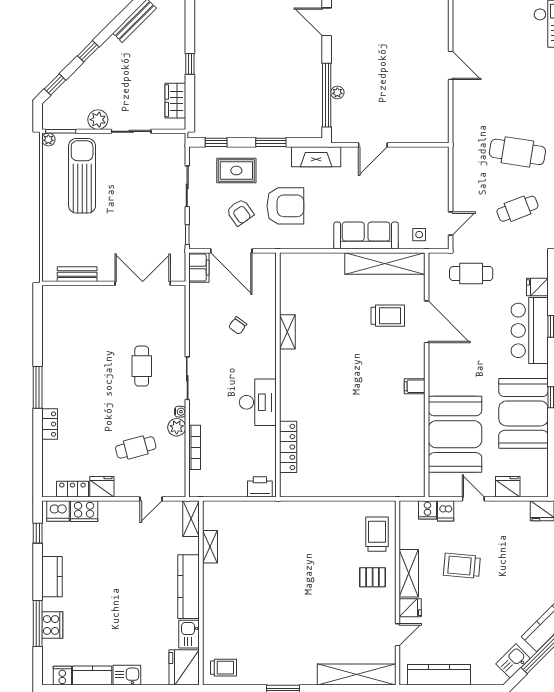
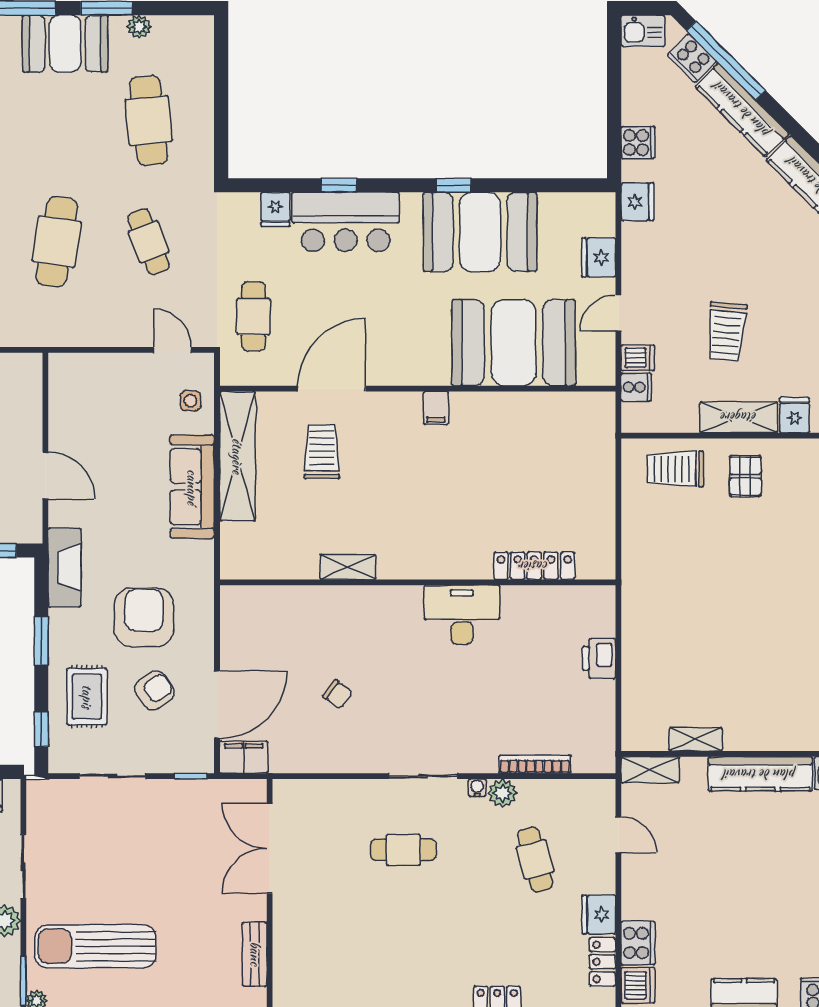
shelving: (287, 332) -> (348, 567), moved
wall: (278, 375) -> (418, 582), moved
desk: (258, 402) -> (462, 615), moved
locker: (288, 447) -> (534, 566), moved

